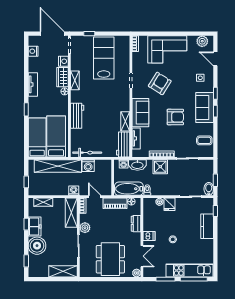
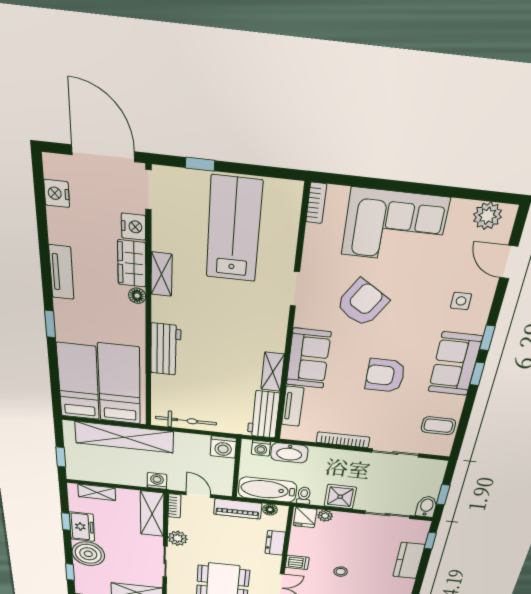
armchair: (175, 117) -> (385, 375), turned 180
washing machine: (88, 166) -> (223, 447), moved
shower: (160, 167) -> (340, 497), moved
fridge: (169, 204) -> (305, 517), moved

